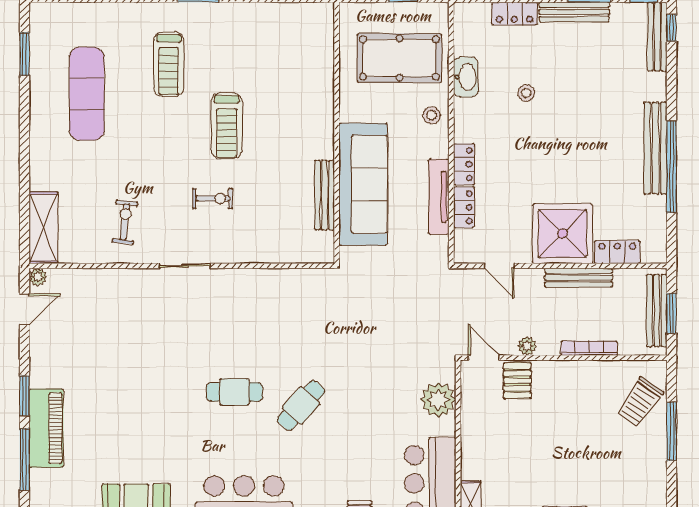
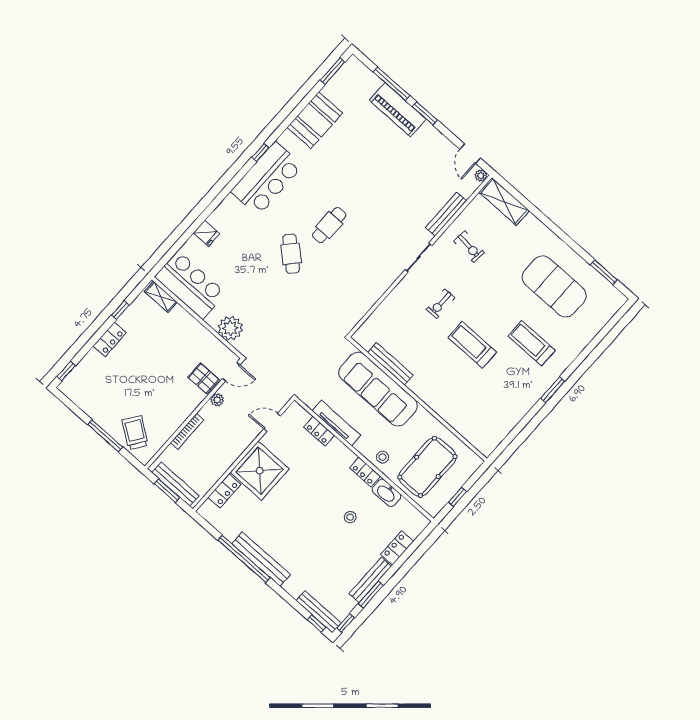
exercise mat: (87, 94) -> (554, 286), width x1.47
locker: (464, 164) -> (365, 472), moved
bench: (579, 278) -> (446, 214), moved

